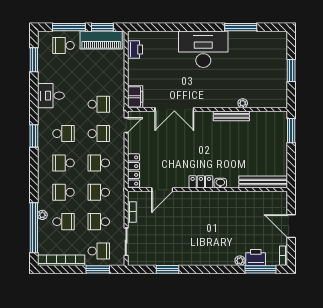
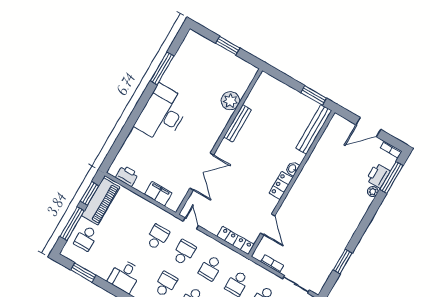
filing cabinet: (135, 97) -> (158, 194), moved
plant: (243, 103) -> (230, 101), width x1.88, depth x1.88
window: (291, 131) -> (314, 95), moved

